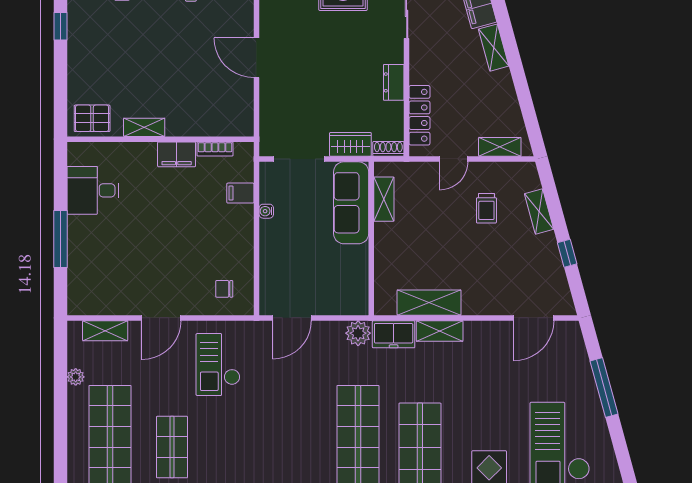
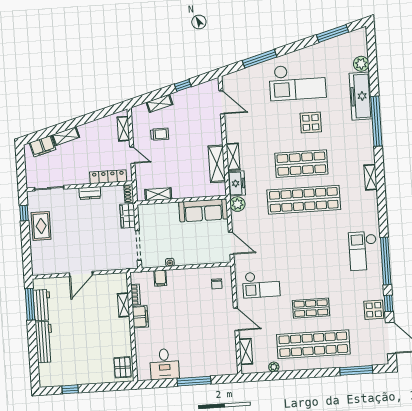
shelving: (144, 127) -> (124, 305), moved
sofa: (351, 203) -> (203, 210), moved

